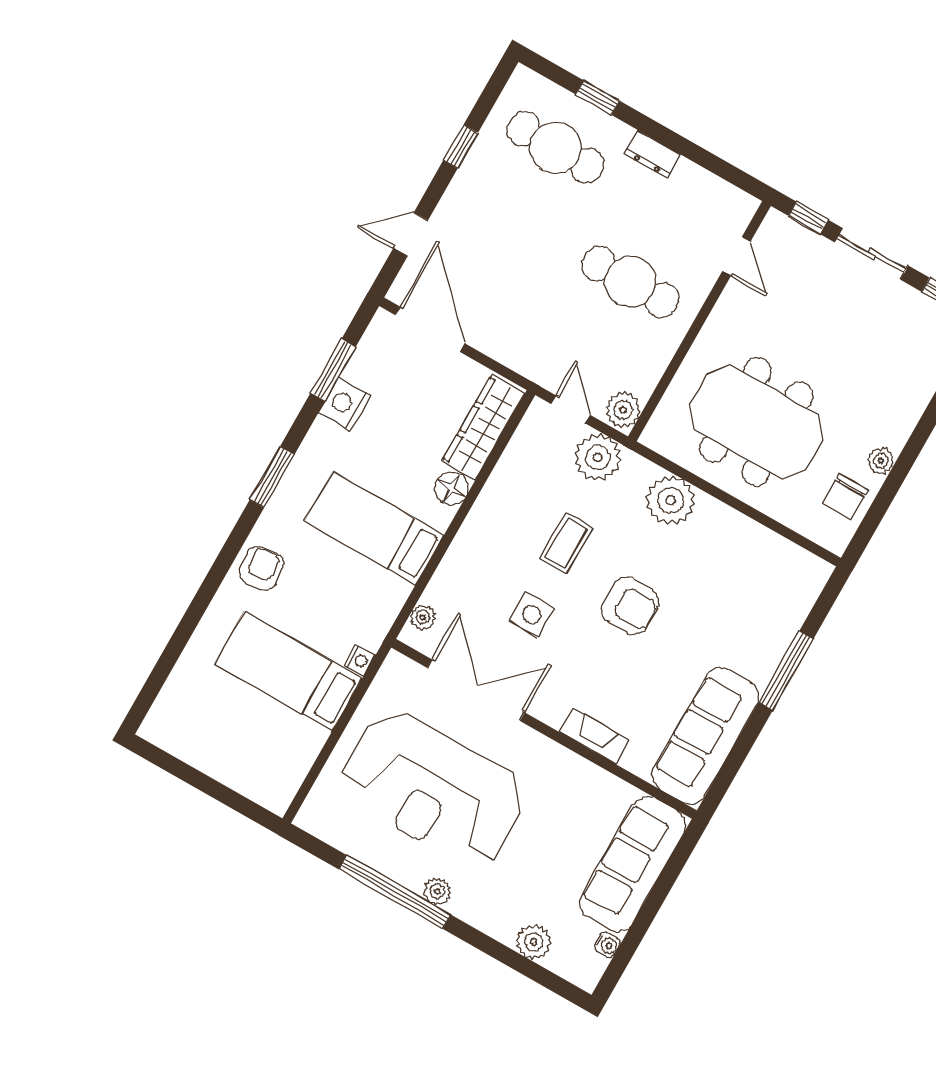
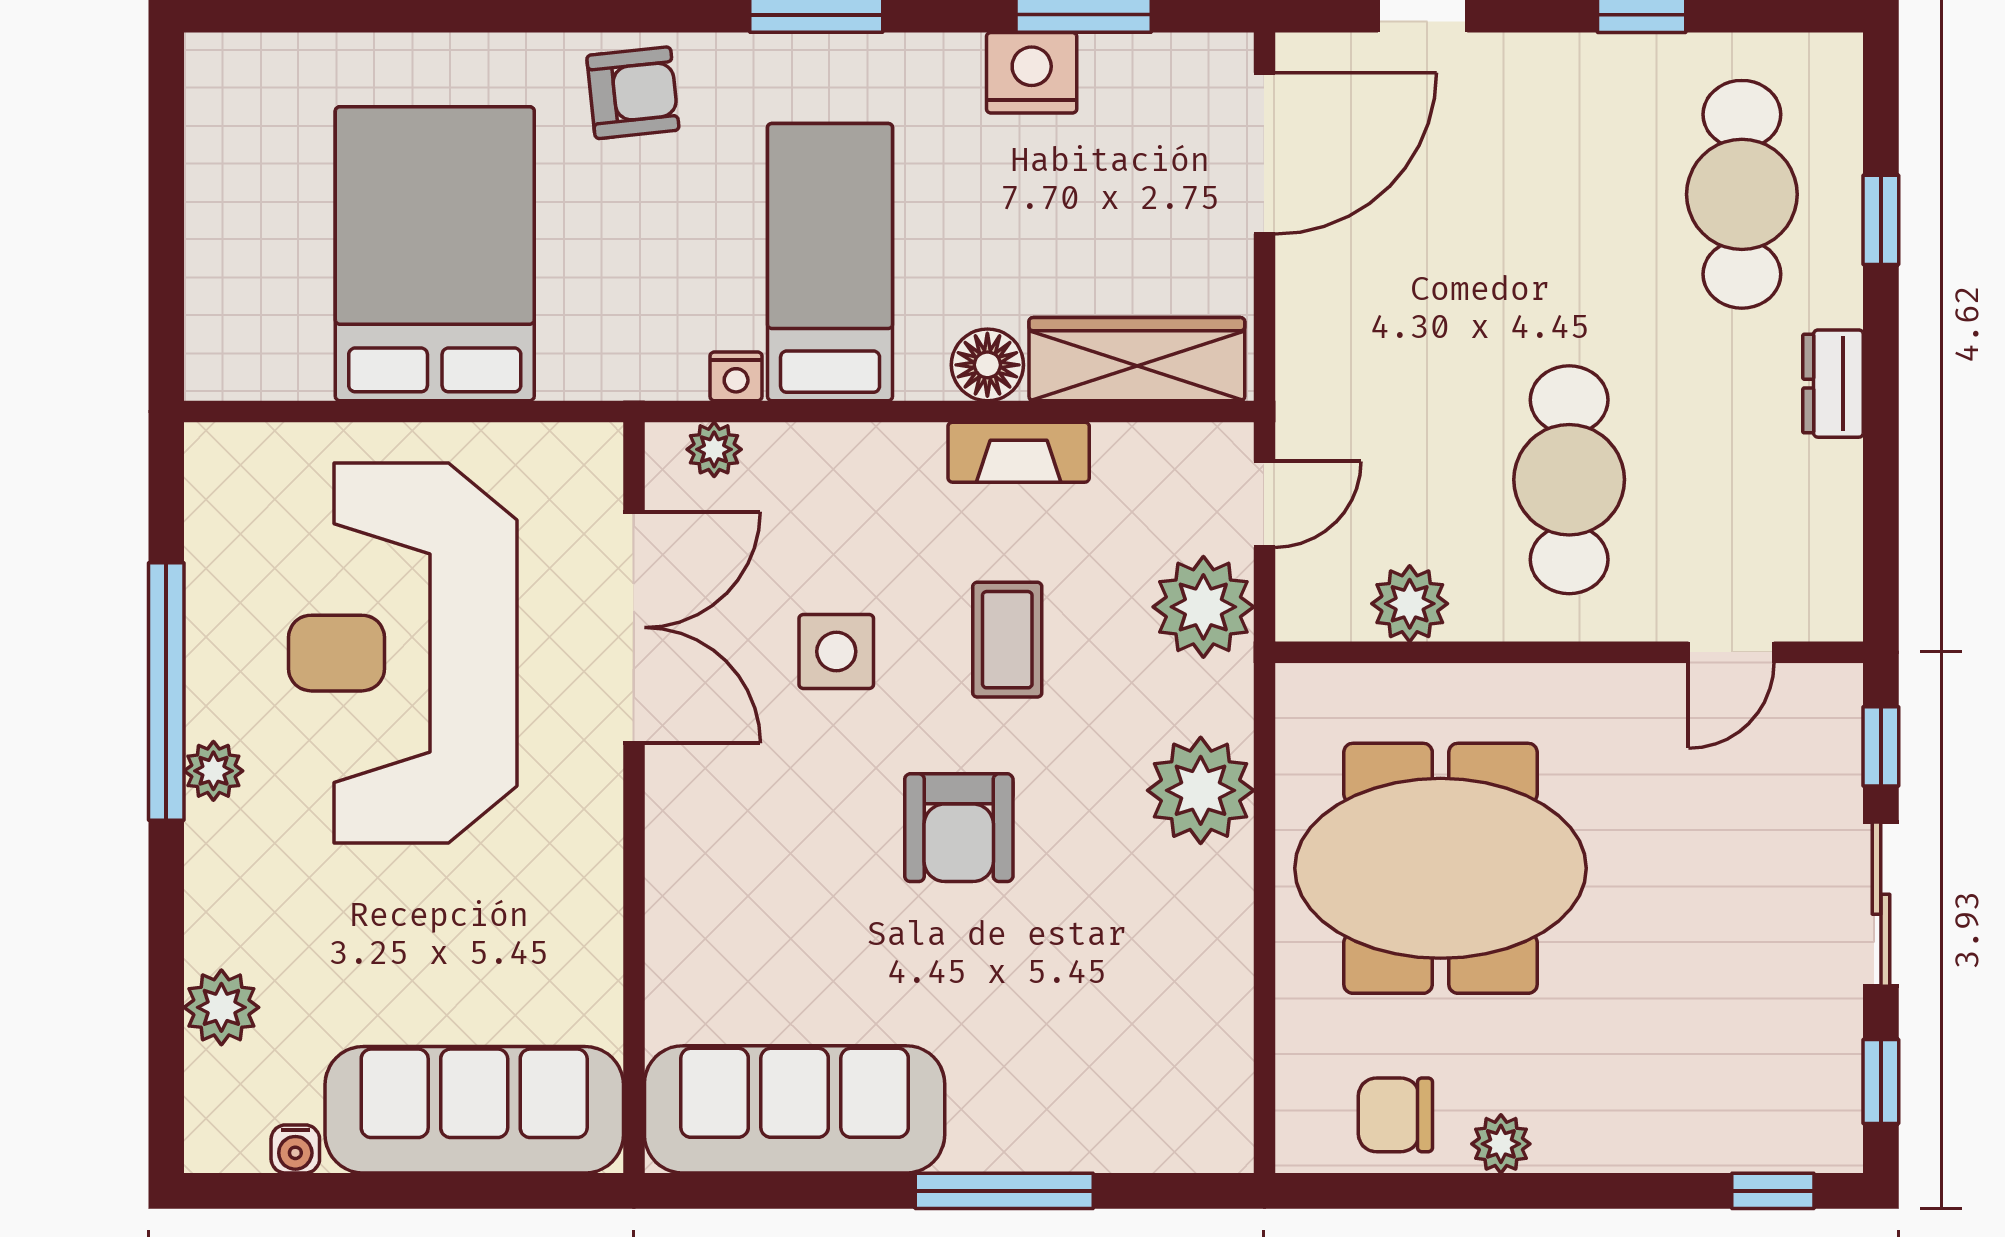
plant: (623, 410) -> (1410, 604), moved
meeting table: (757, 422) -> (1441, 868), turned 90
coffee table: (566, 543) -> (1007, 640), turned 90
nightstand: (360, 660) -> (736, 376), moved
bed: (288, 671) -> (435, 254), width x1.50
fireplace: (594, 736) -> (1019, 452), moved, turned 90

